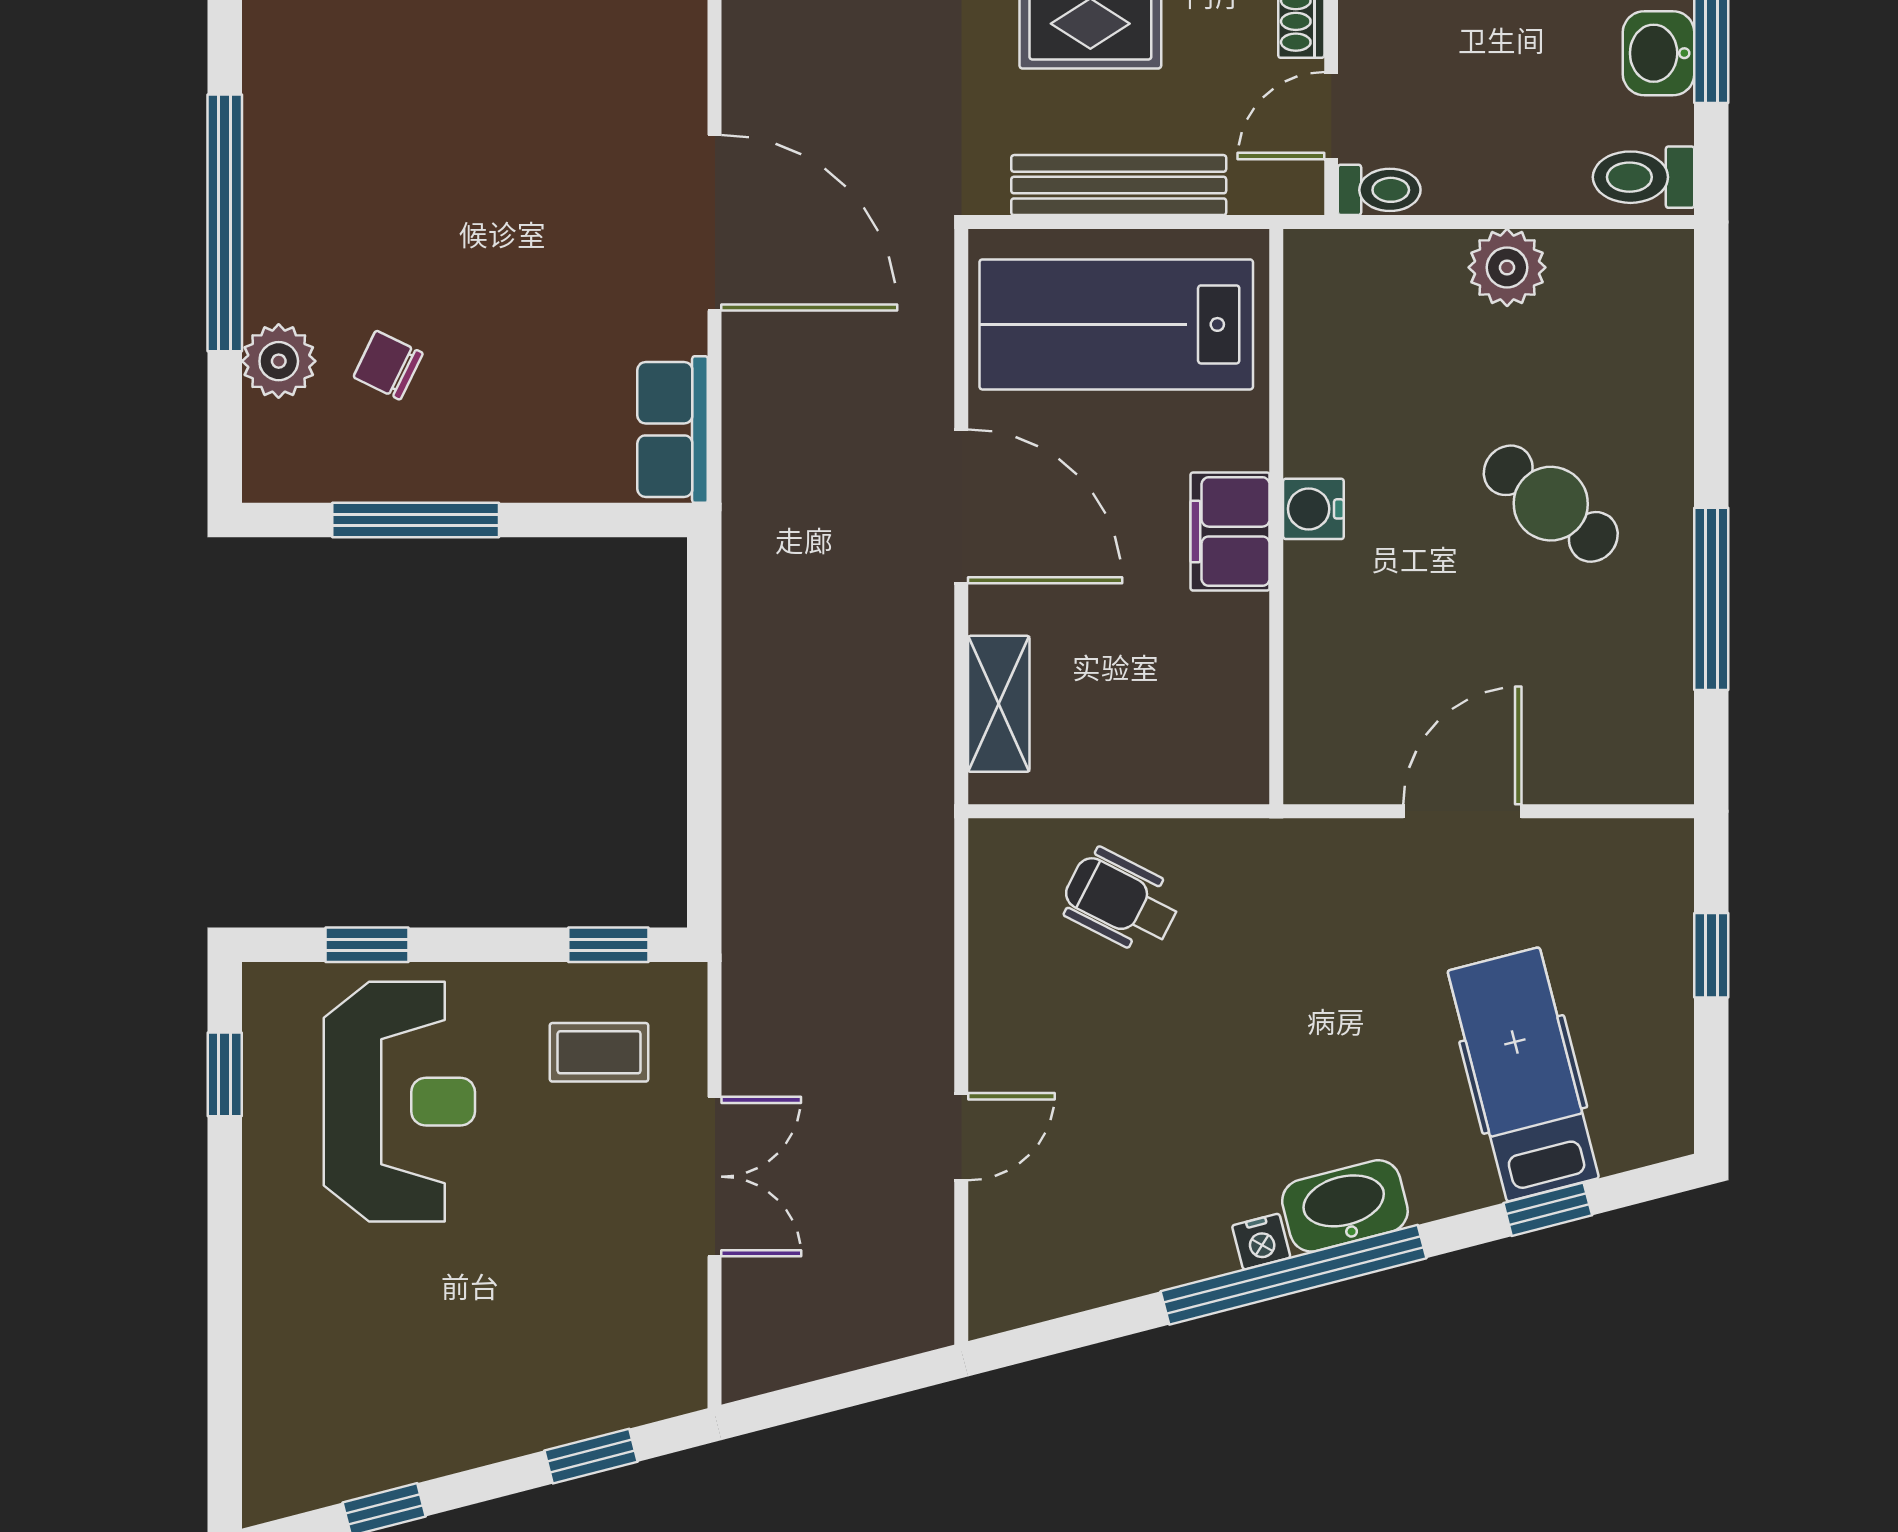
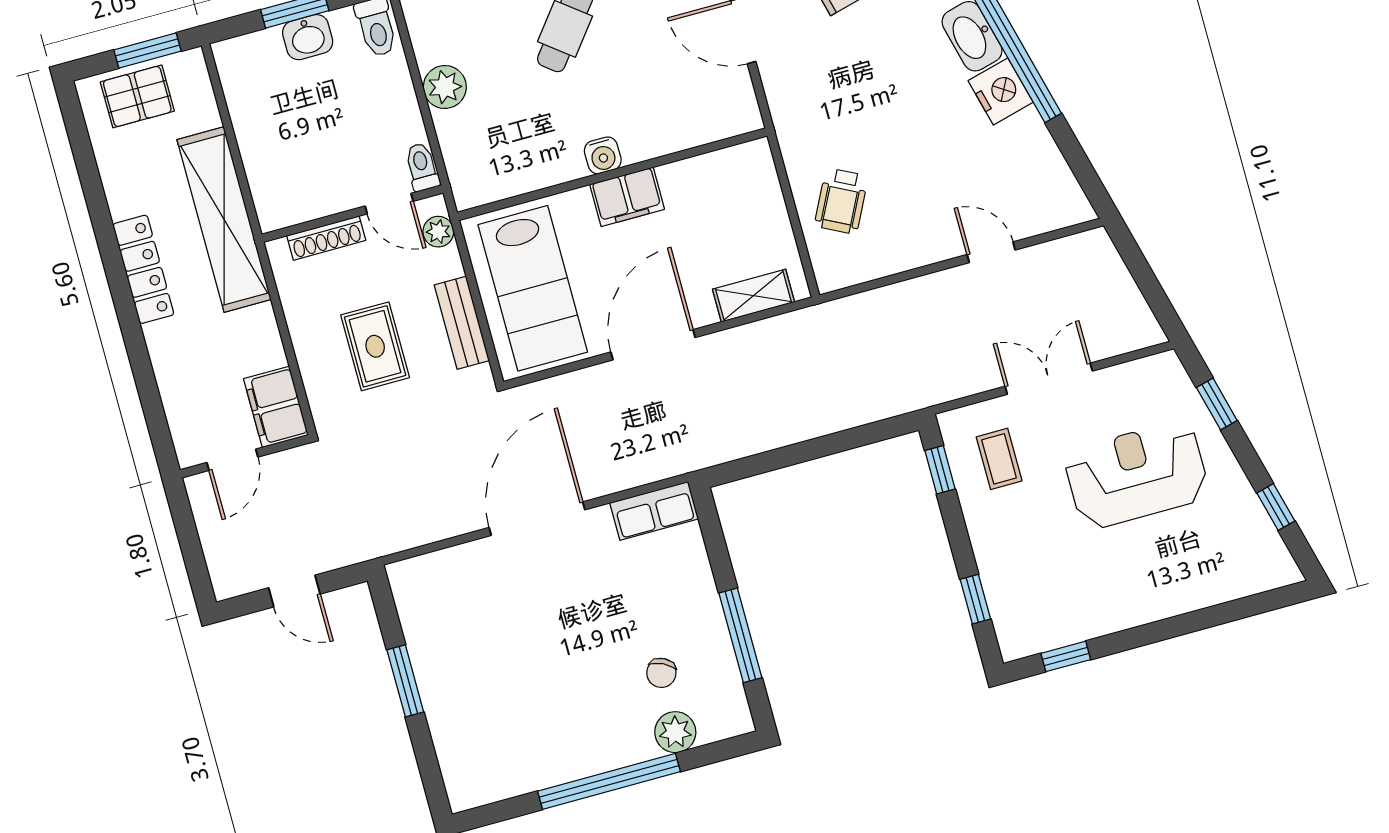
bench: (1119, 185) -> (462, 323), width x0.73
plant: (1259, 188) -> (438, 232), added
reception desk: (399, 1102) -> (1137, 475), moved
nightstand: (1261, 1242) -> (1001, 91), width x1.89, depth x1.79

